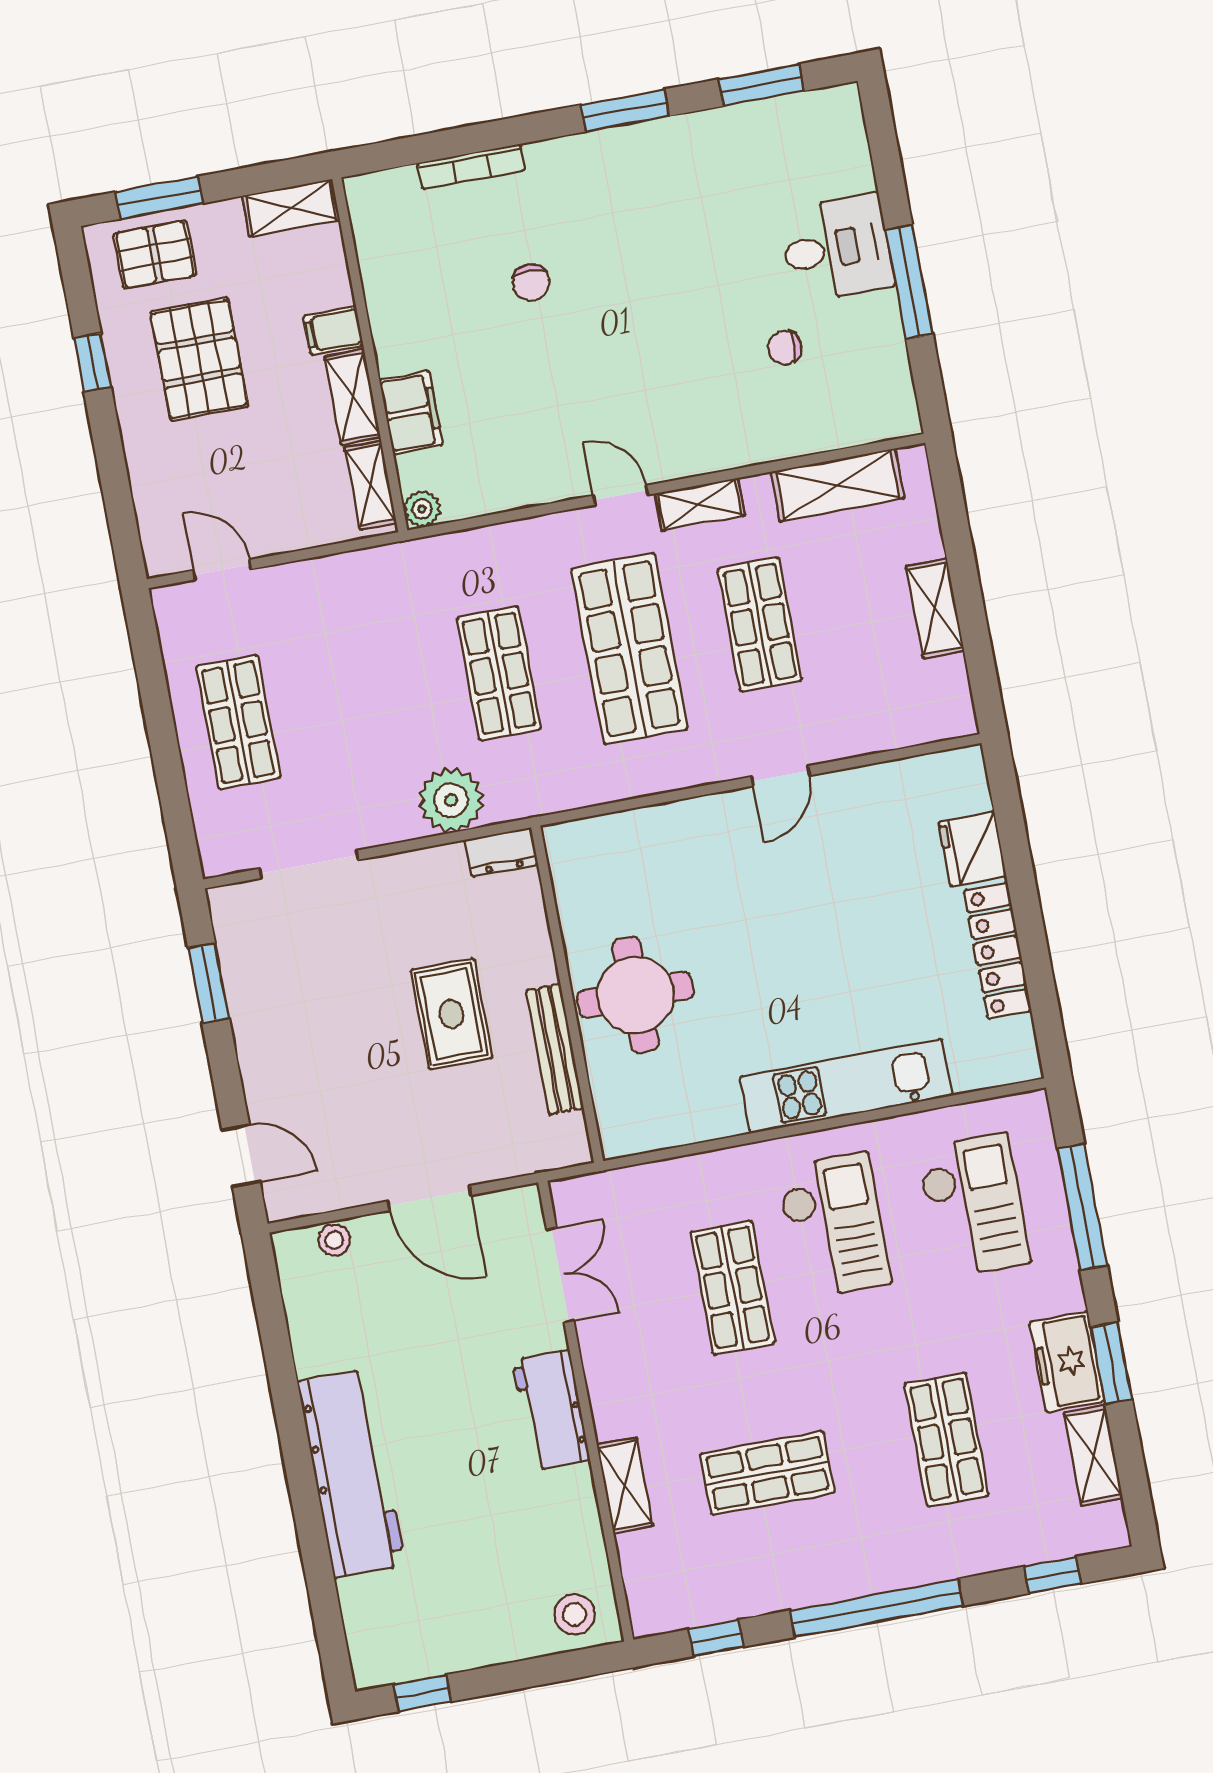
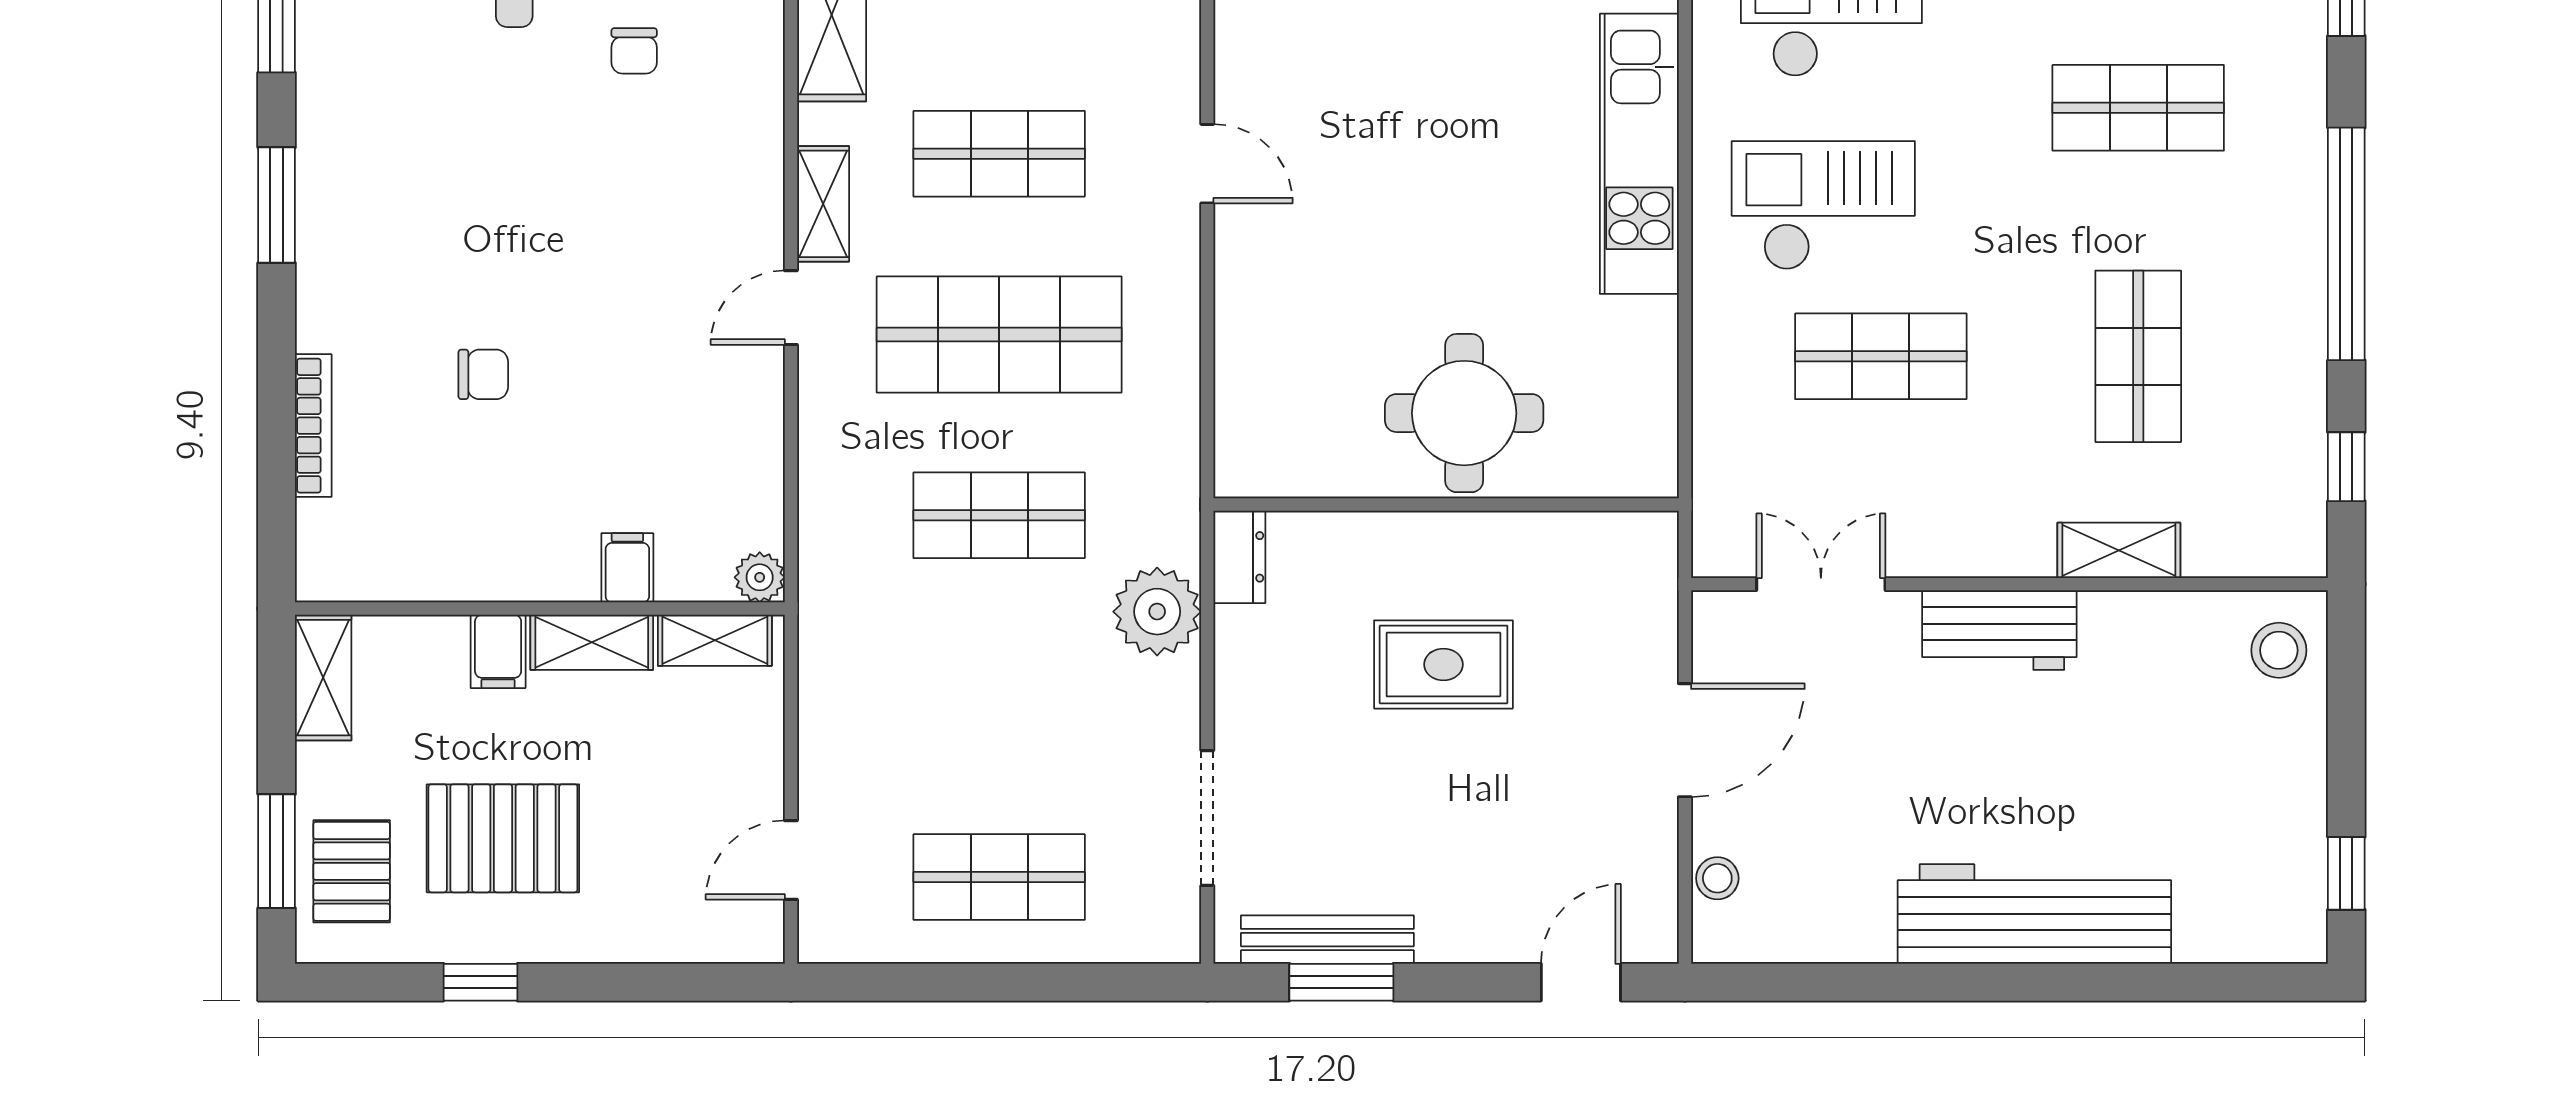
filing cabinet: (411, 412) -> (627, 568), width x0.50
bench: (555, 1049) -> (1327, 940), moved

